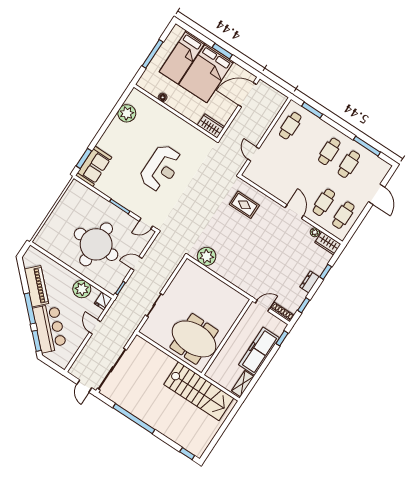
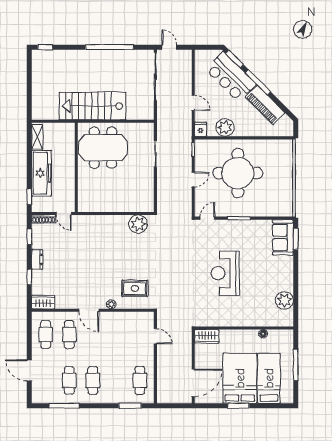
plant: (315, 232) -> (111, 304), moved
door: (262, 306) -> (64, 213), hinge flipped
stairs: (199, 391) -> (93, 106), moved

